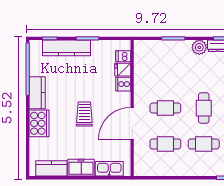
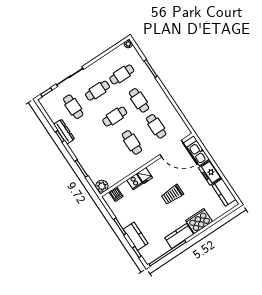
plant: (199, 47) -> (102, 186), moved
kitchen counter: (66, 48) -> (136, 236), width x0.67
fridge: (123, 70) -> (145, 175), moved
door: (132, 124) -> (171, 149), moved

